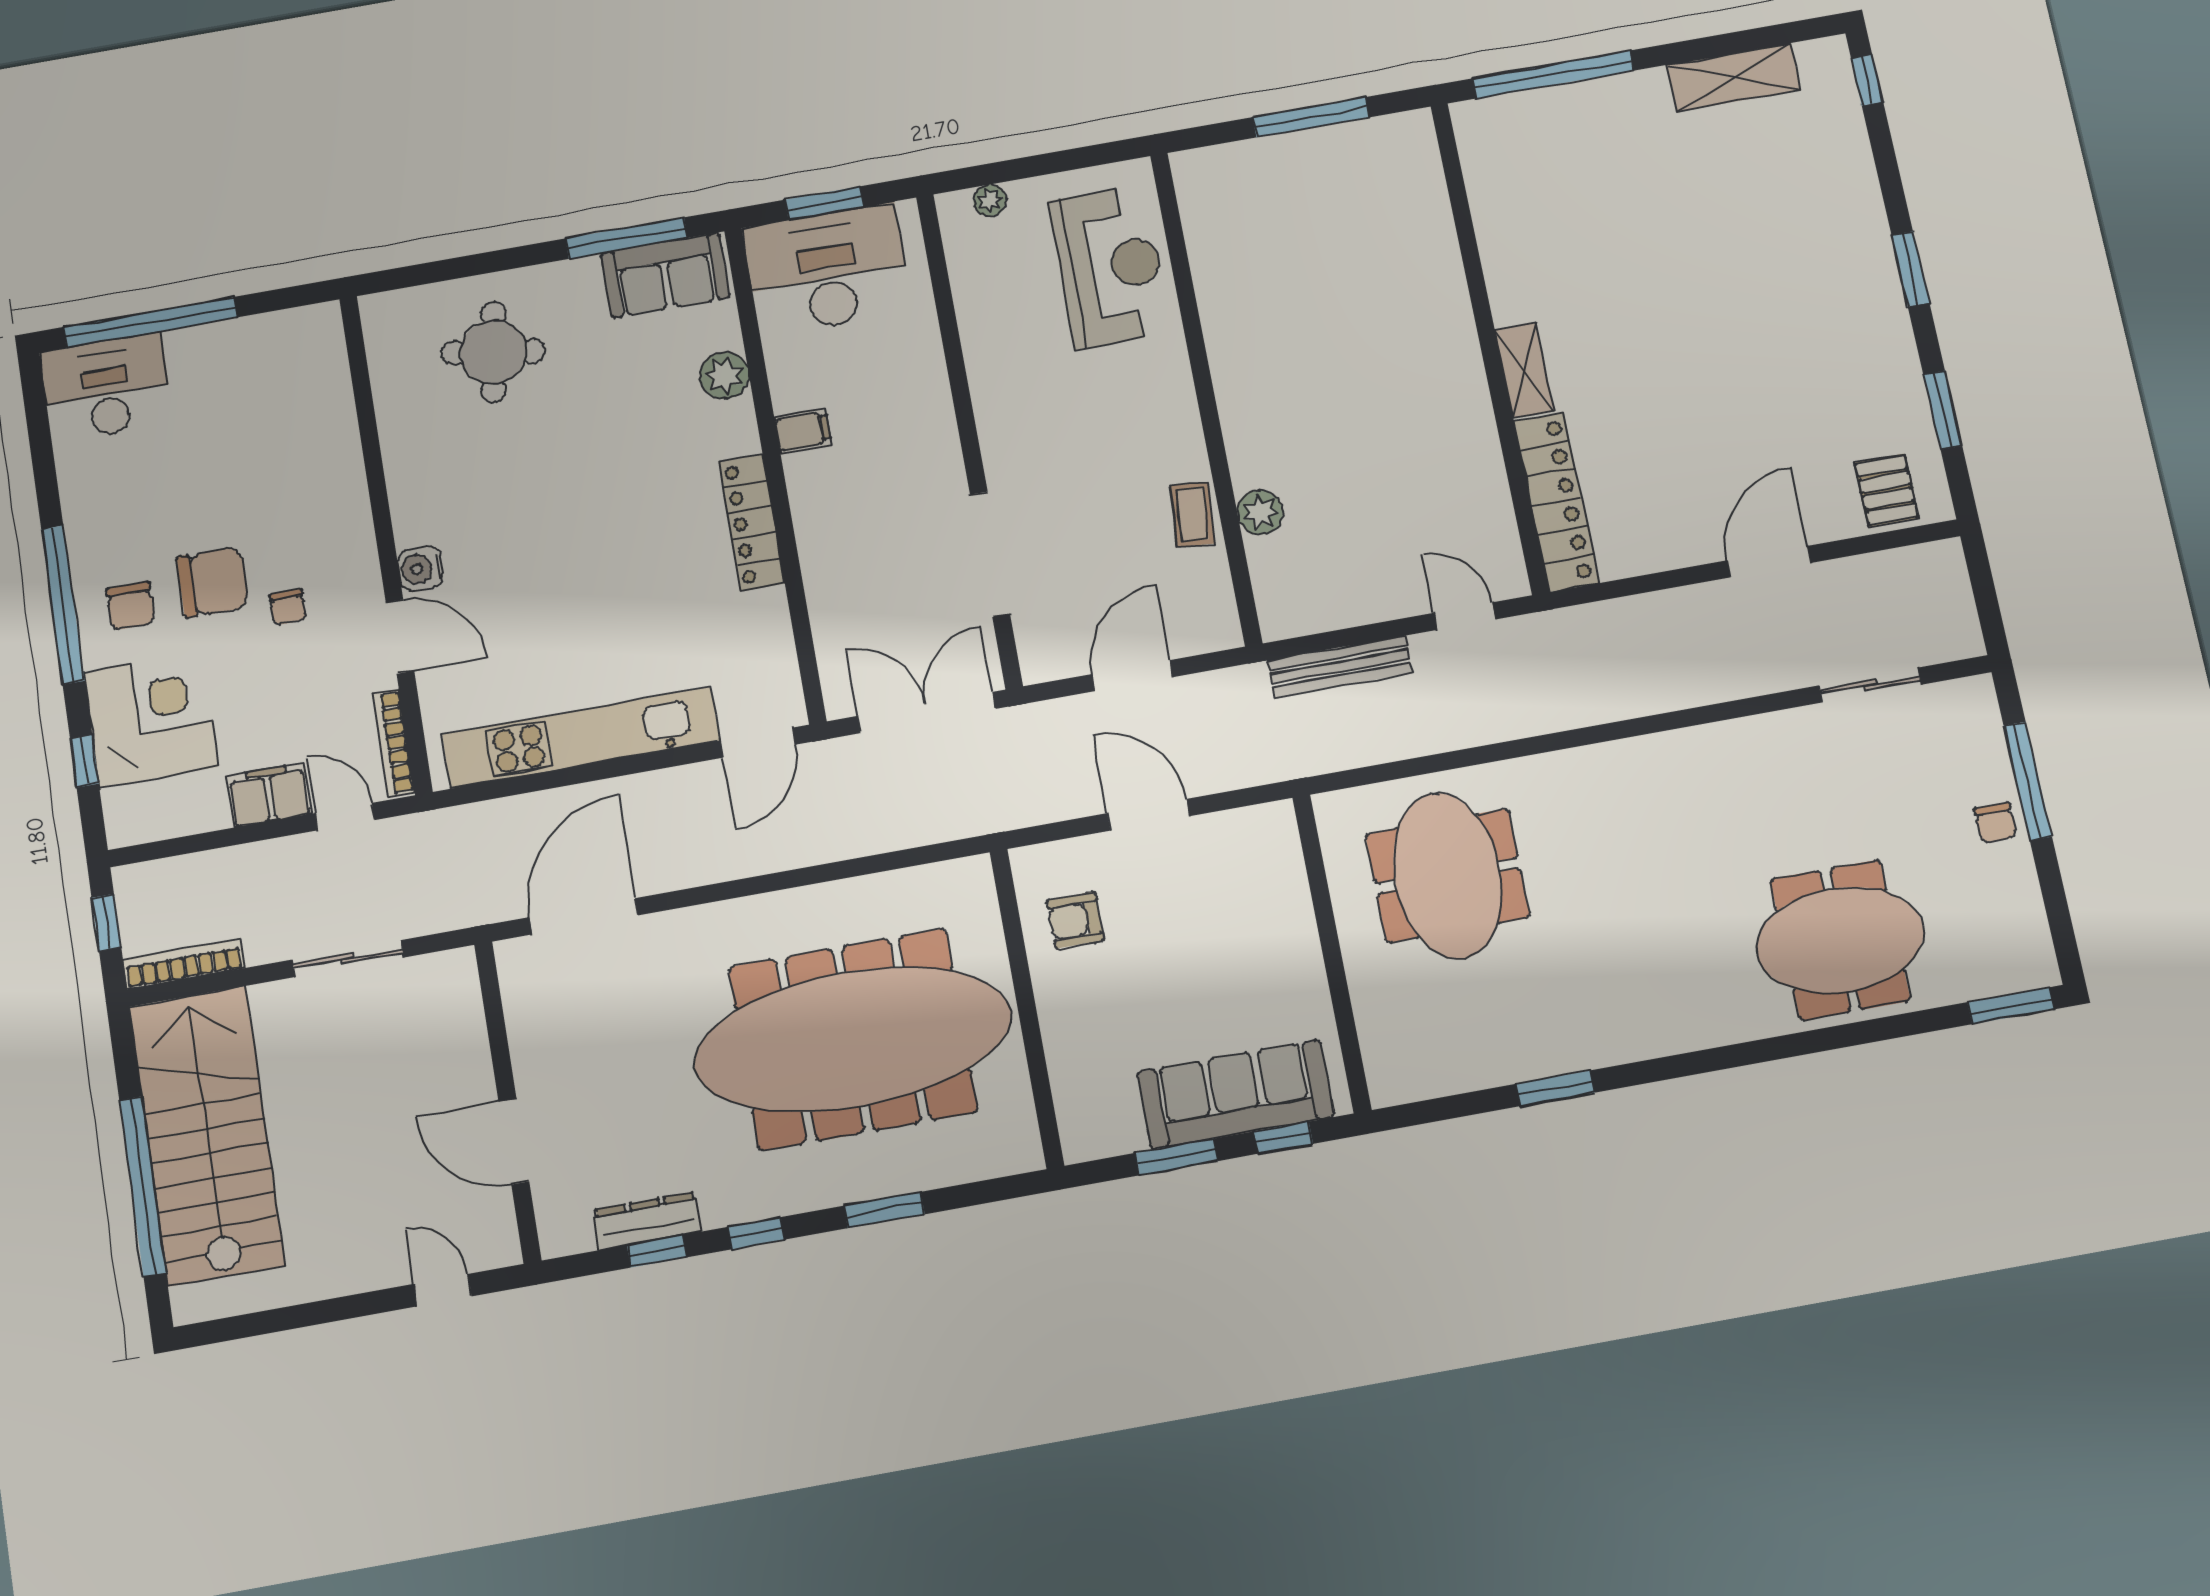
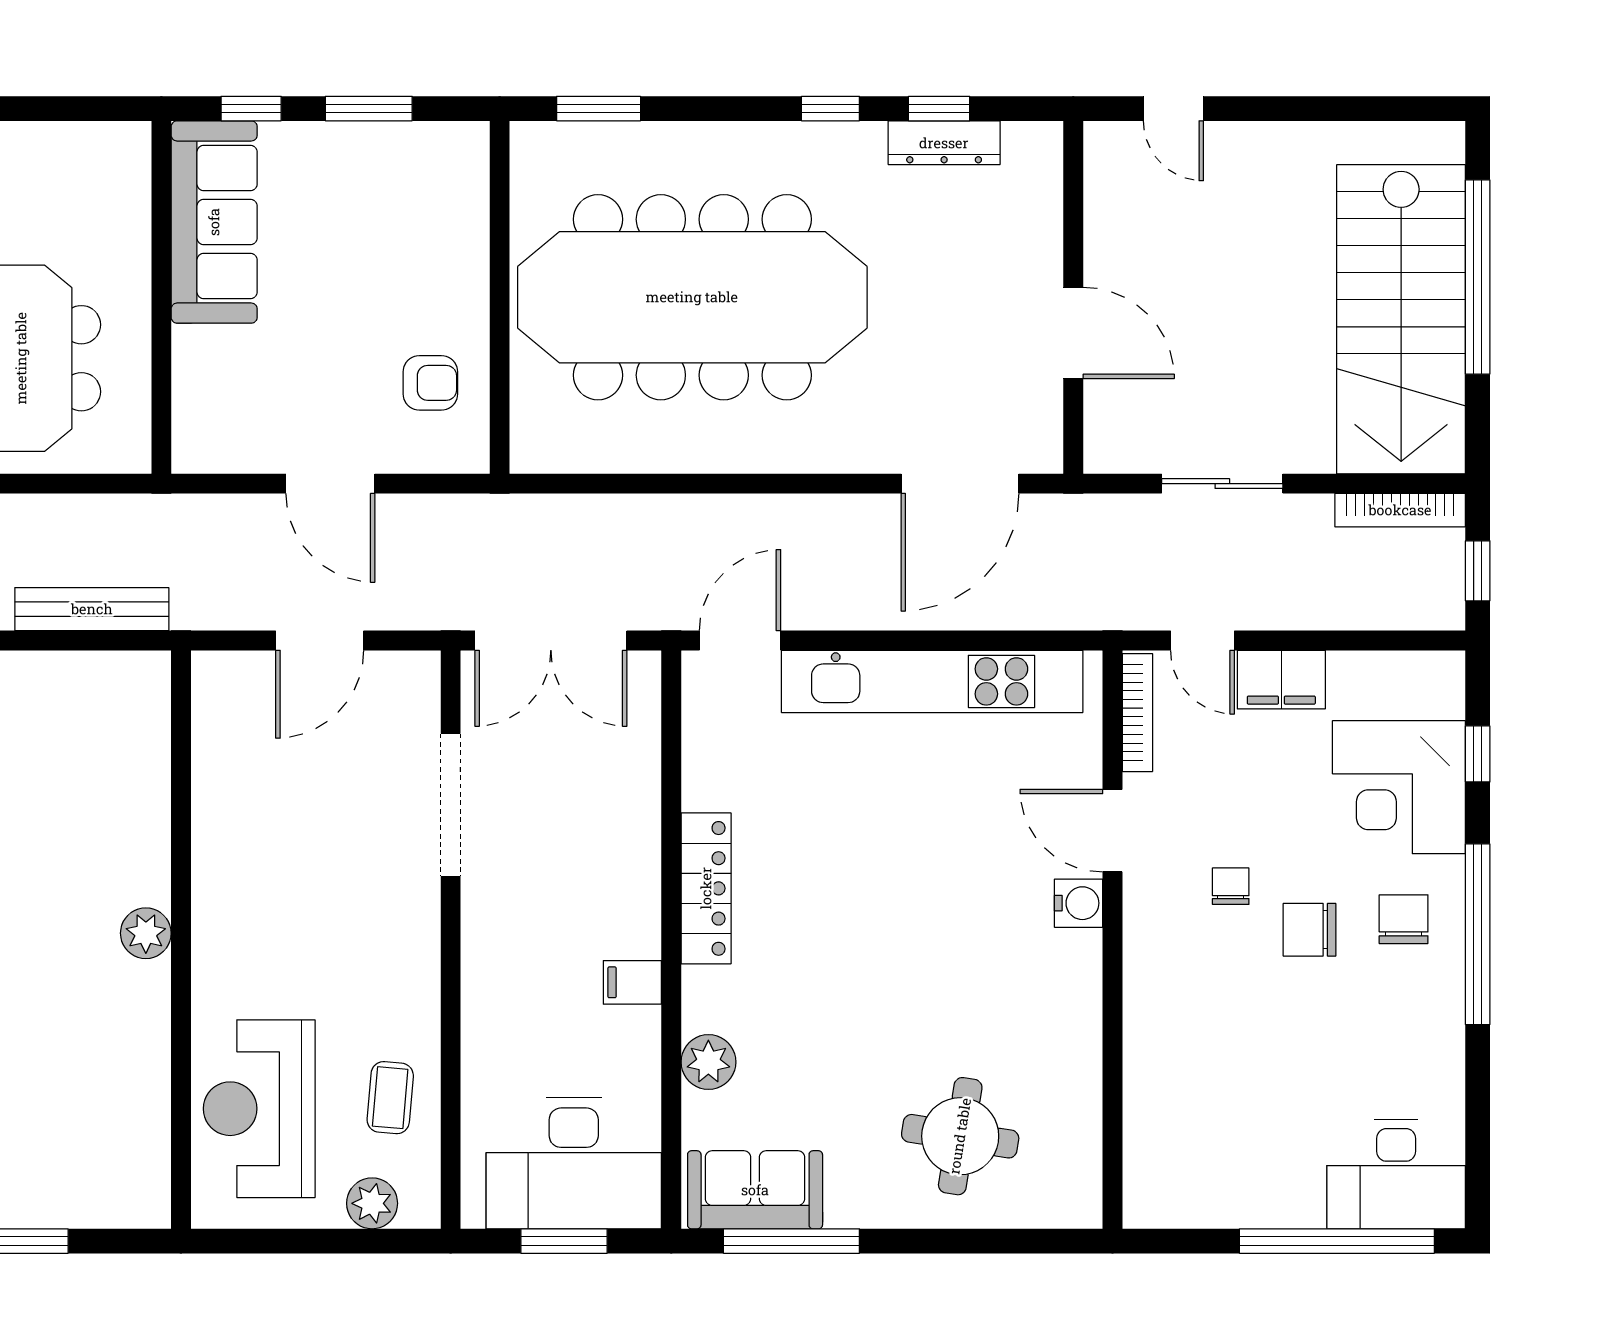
plant: (990, 200) -> (372, 1203), width x1.38, depth x1.38
plant: (1260, 512) -> (146, 933), moved
coffee table: (1192, 515) -> (390, 1098), moved
chair: (212, 582) -> (1310, 930), width x0.73, depth x0.73
sofa: (1236, 1094) -> (214, 222), moved, turned -90
door: (514, 1142) -> (1073, 333), moved
window: (884, 1210) -> (599, 109), moved

